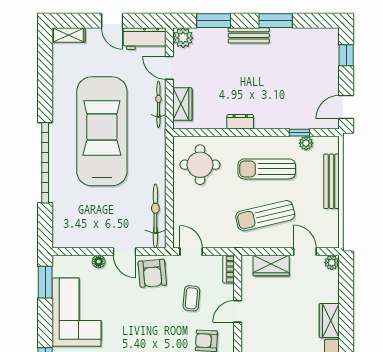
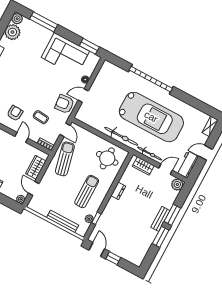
window: (214, 21) -> (172, 215), moved
window: (346, 55) -> (113, 258), moved
bicycle: (155, 216) -> (121, 136), moved
sun lounger: (265, 216) -> (65, 159), moved
door: (191, 252) -> (65, 130), hinge flipped
door: (305, 252) -> (34, 188), swing flipped

